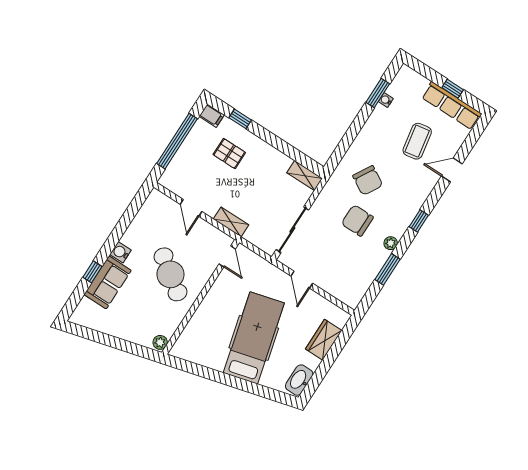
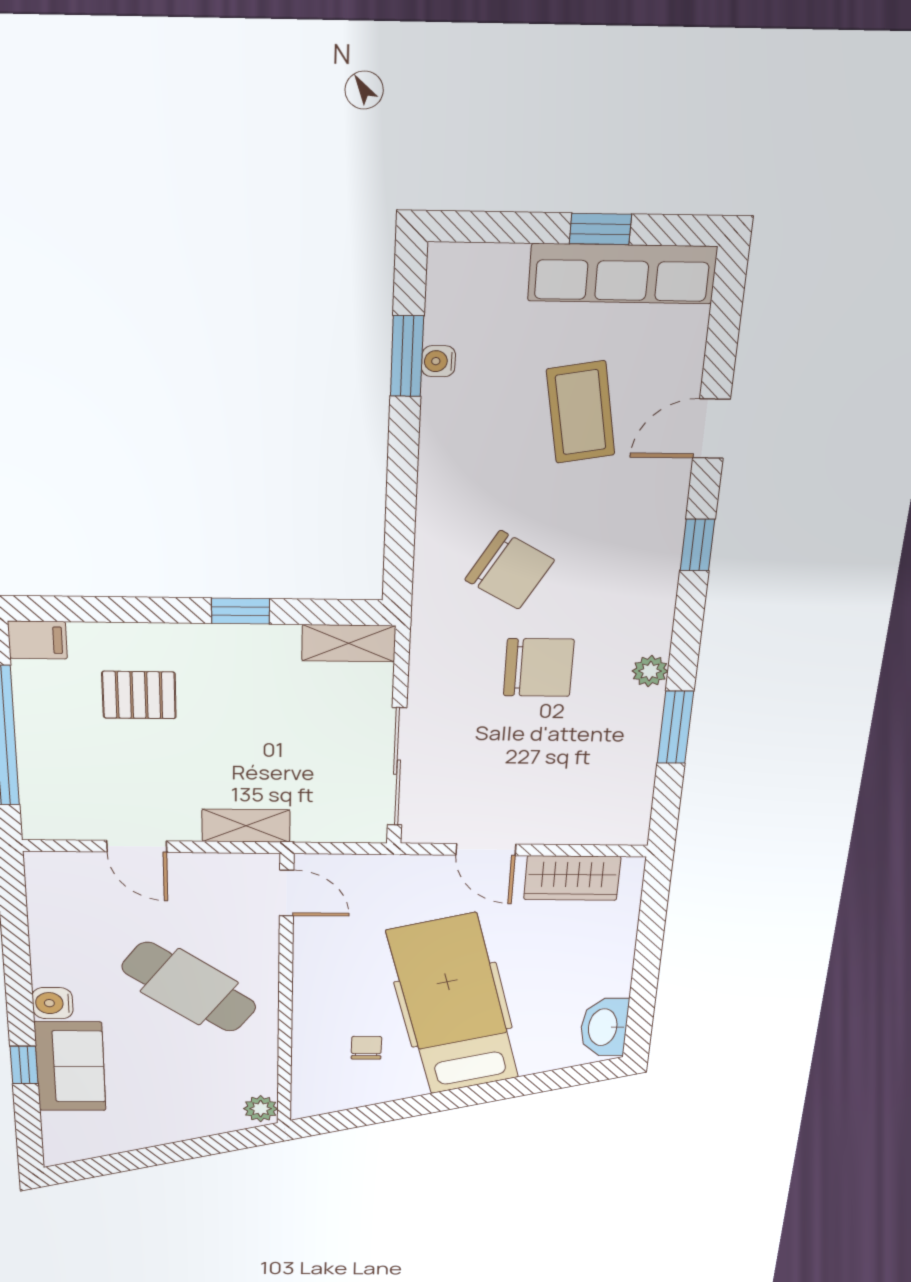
window: (240, 119) -> (241, 611), moved
chair: (357, 220) -> (539, 668), turned 180
window: (419, 221) -> (697, 545), moved
chair: (213, 338) -> (366, 1048), added
wardrobe: (324, 340) -> (572, 878), moved, turned -90

